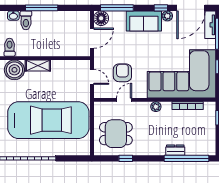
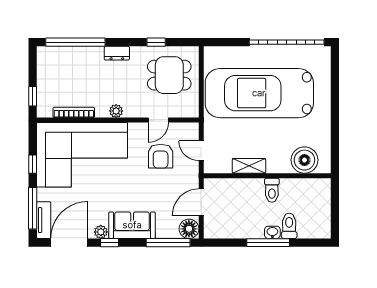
washbasin: (13, 16) -> (272, 232), moved
toilet: (10, 47) -> (272, 190), moved
shelving: (38, 65) -> (249, 166), moved
dresser: (175, 150) -> (117, 53), moved

